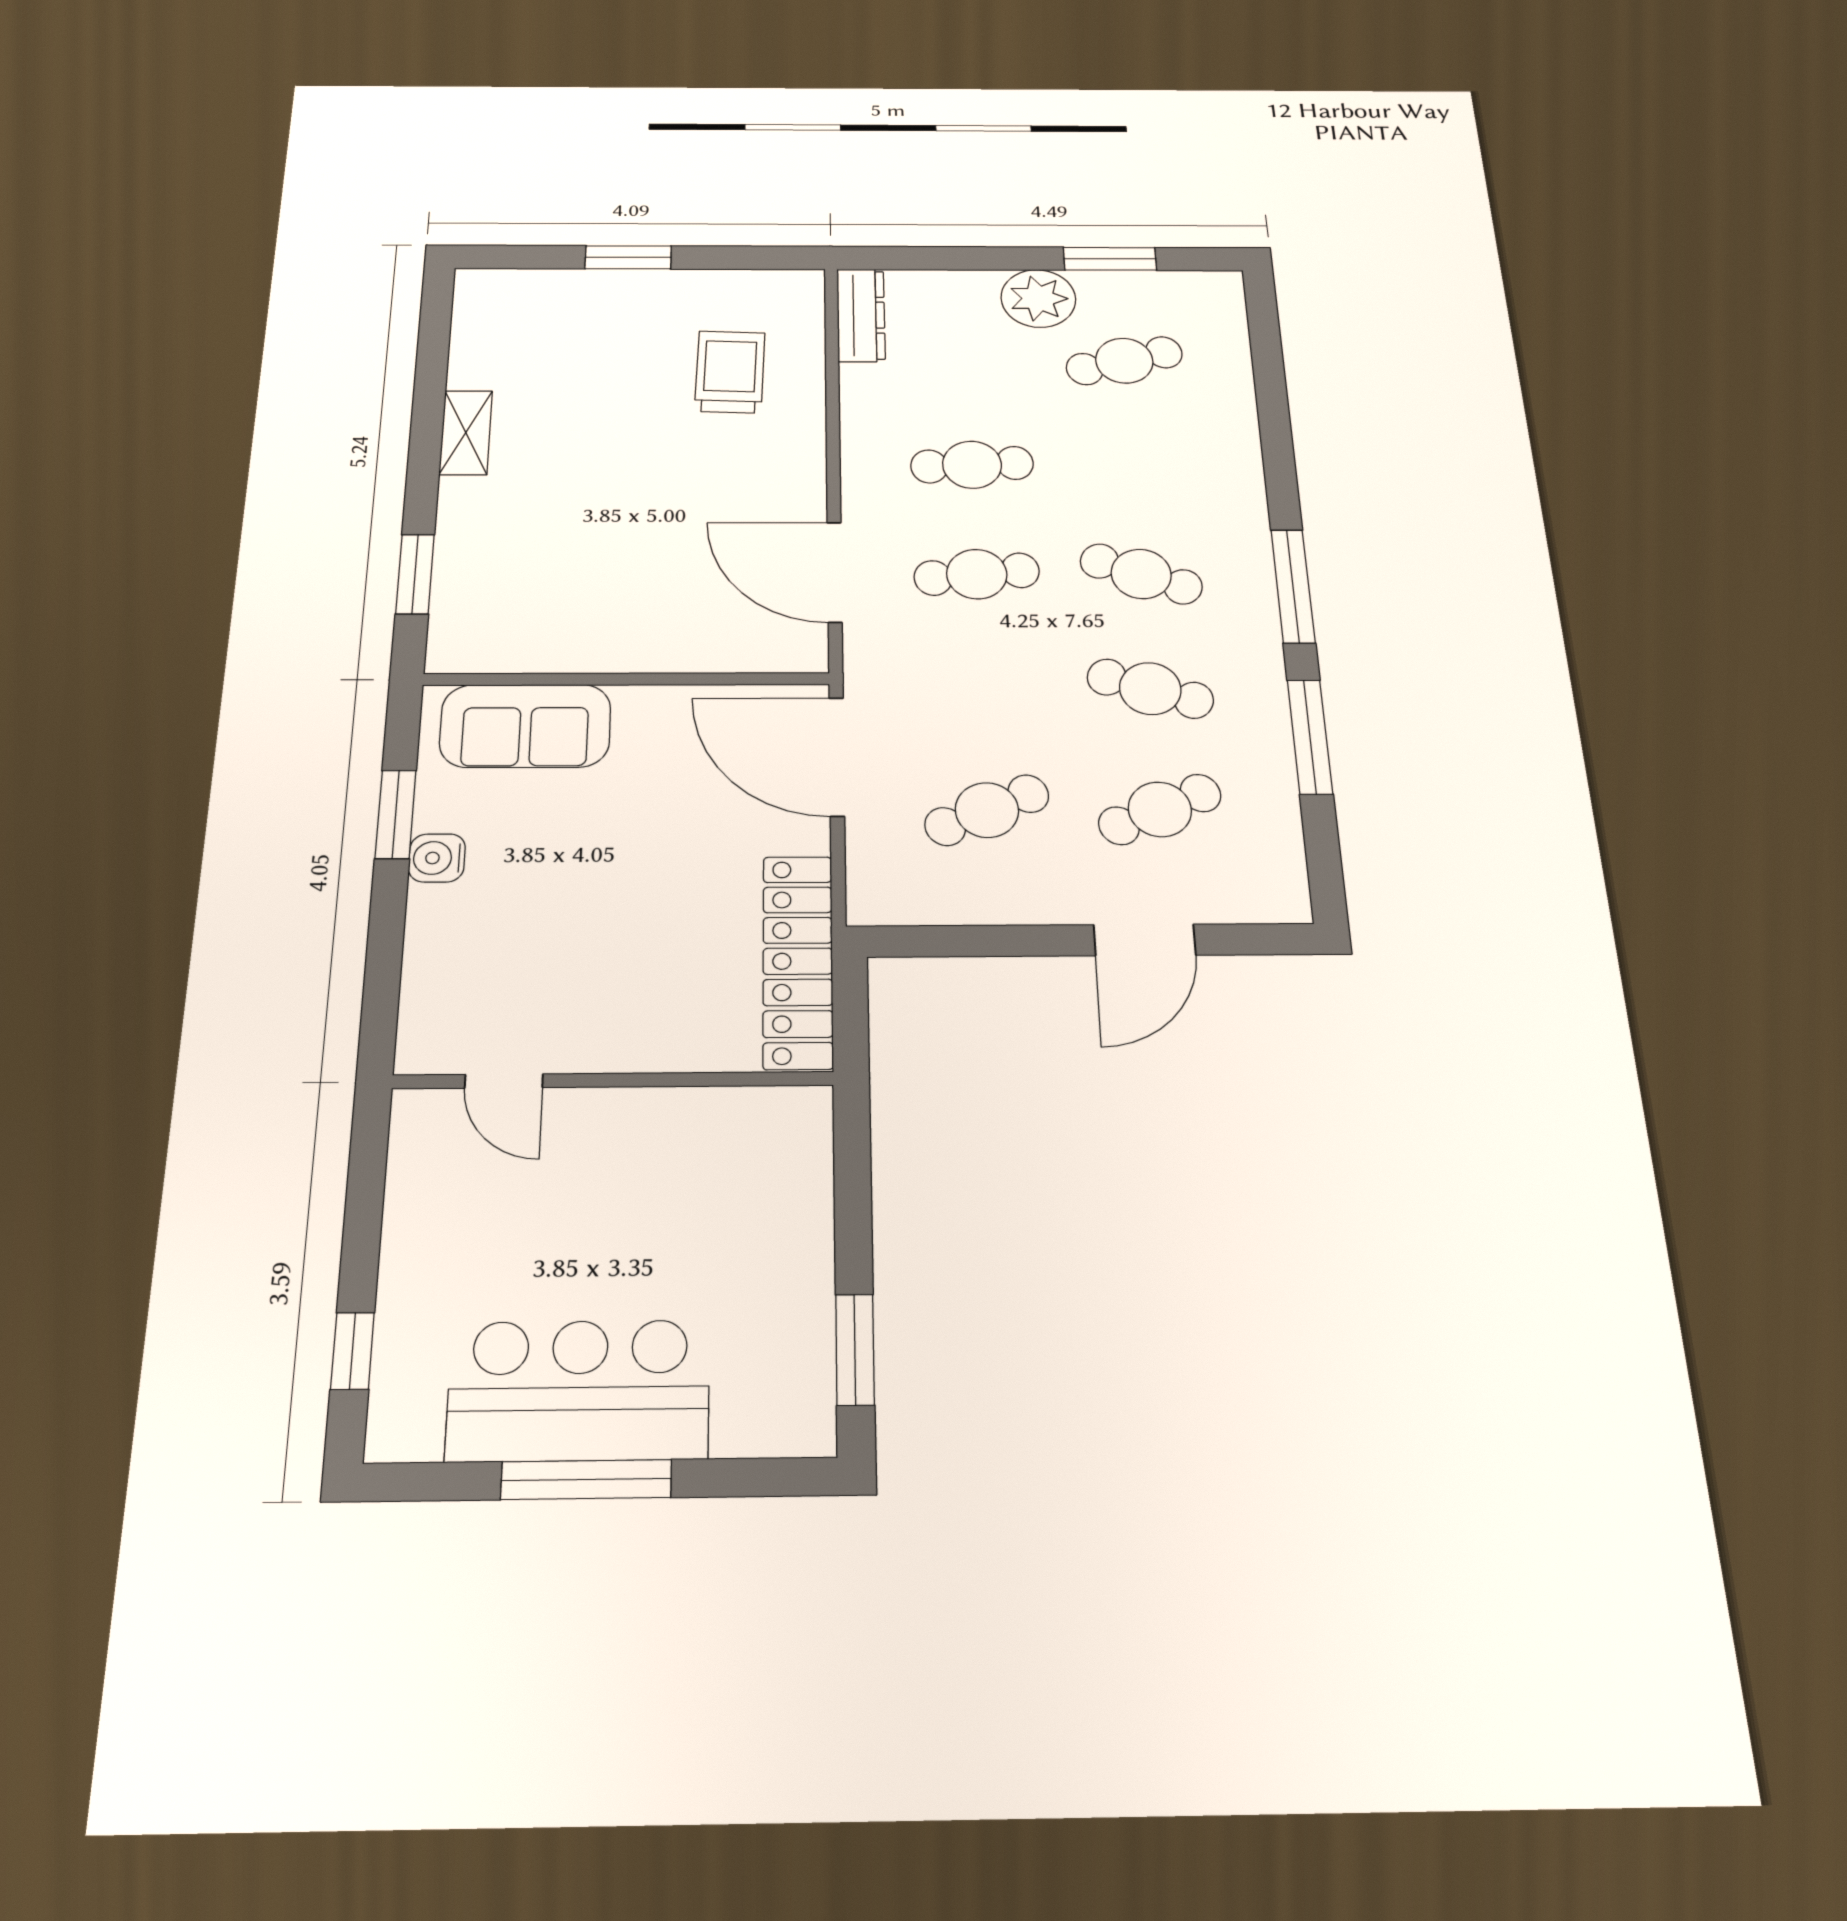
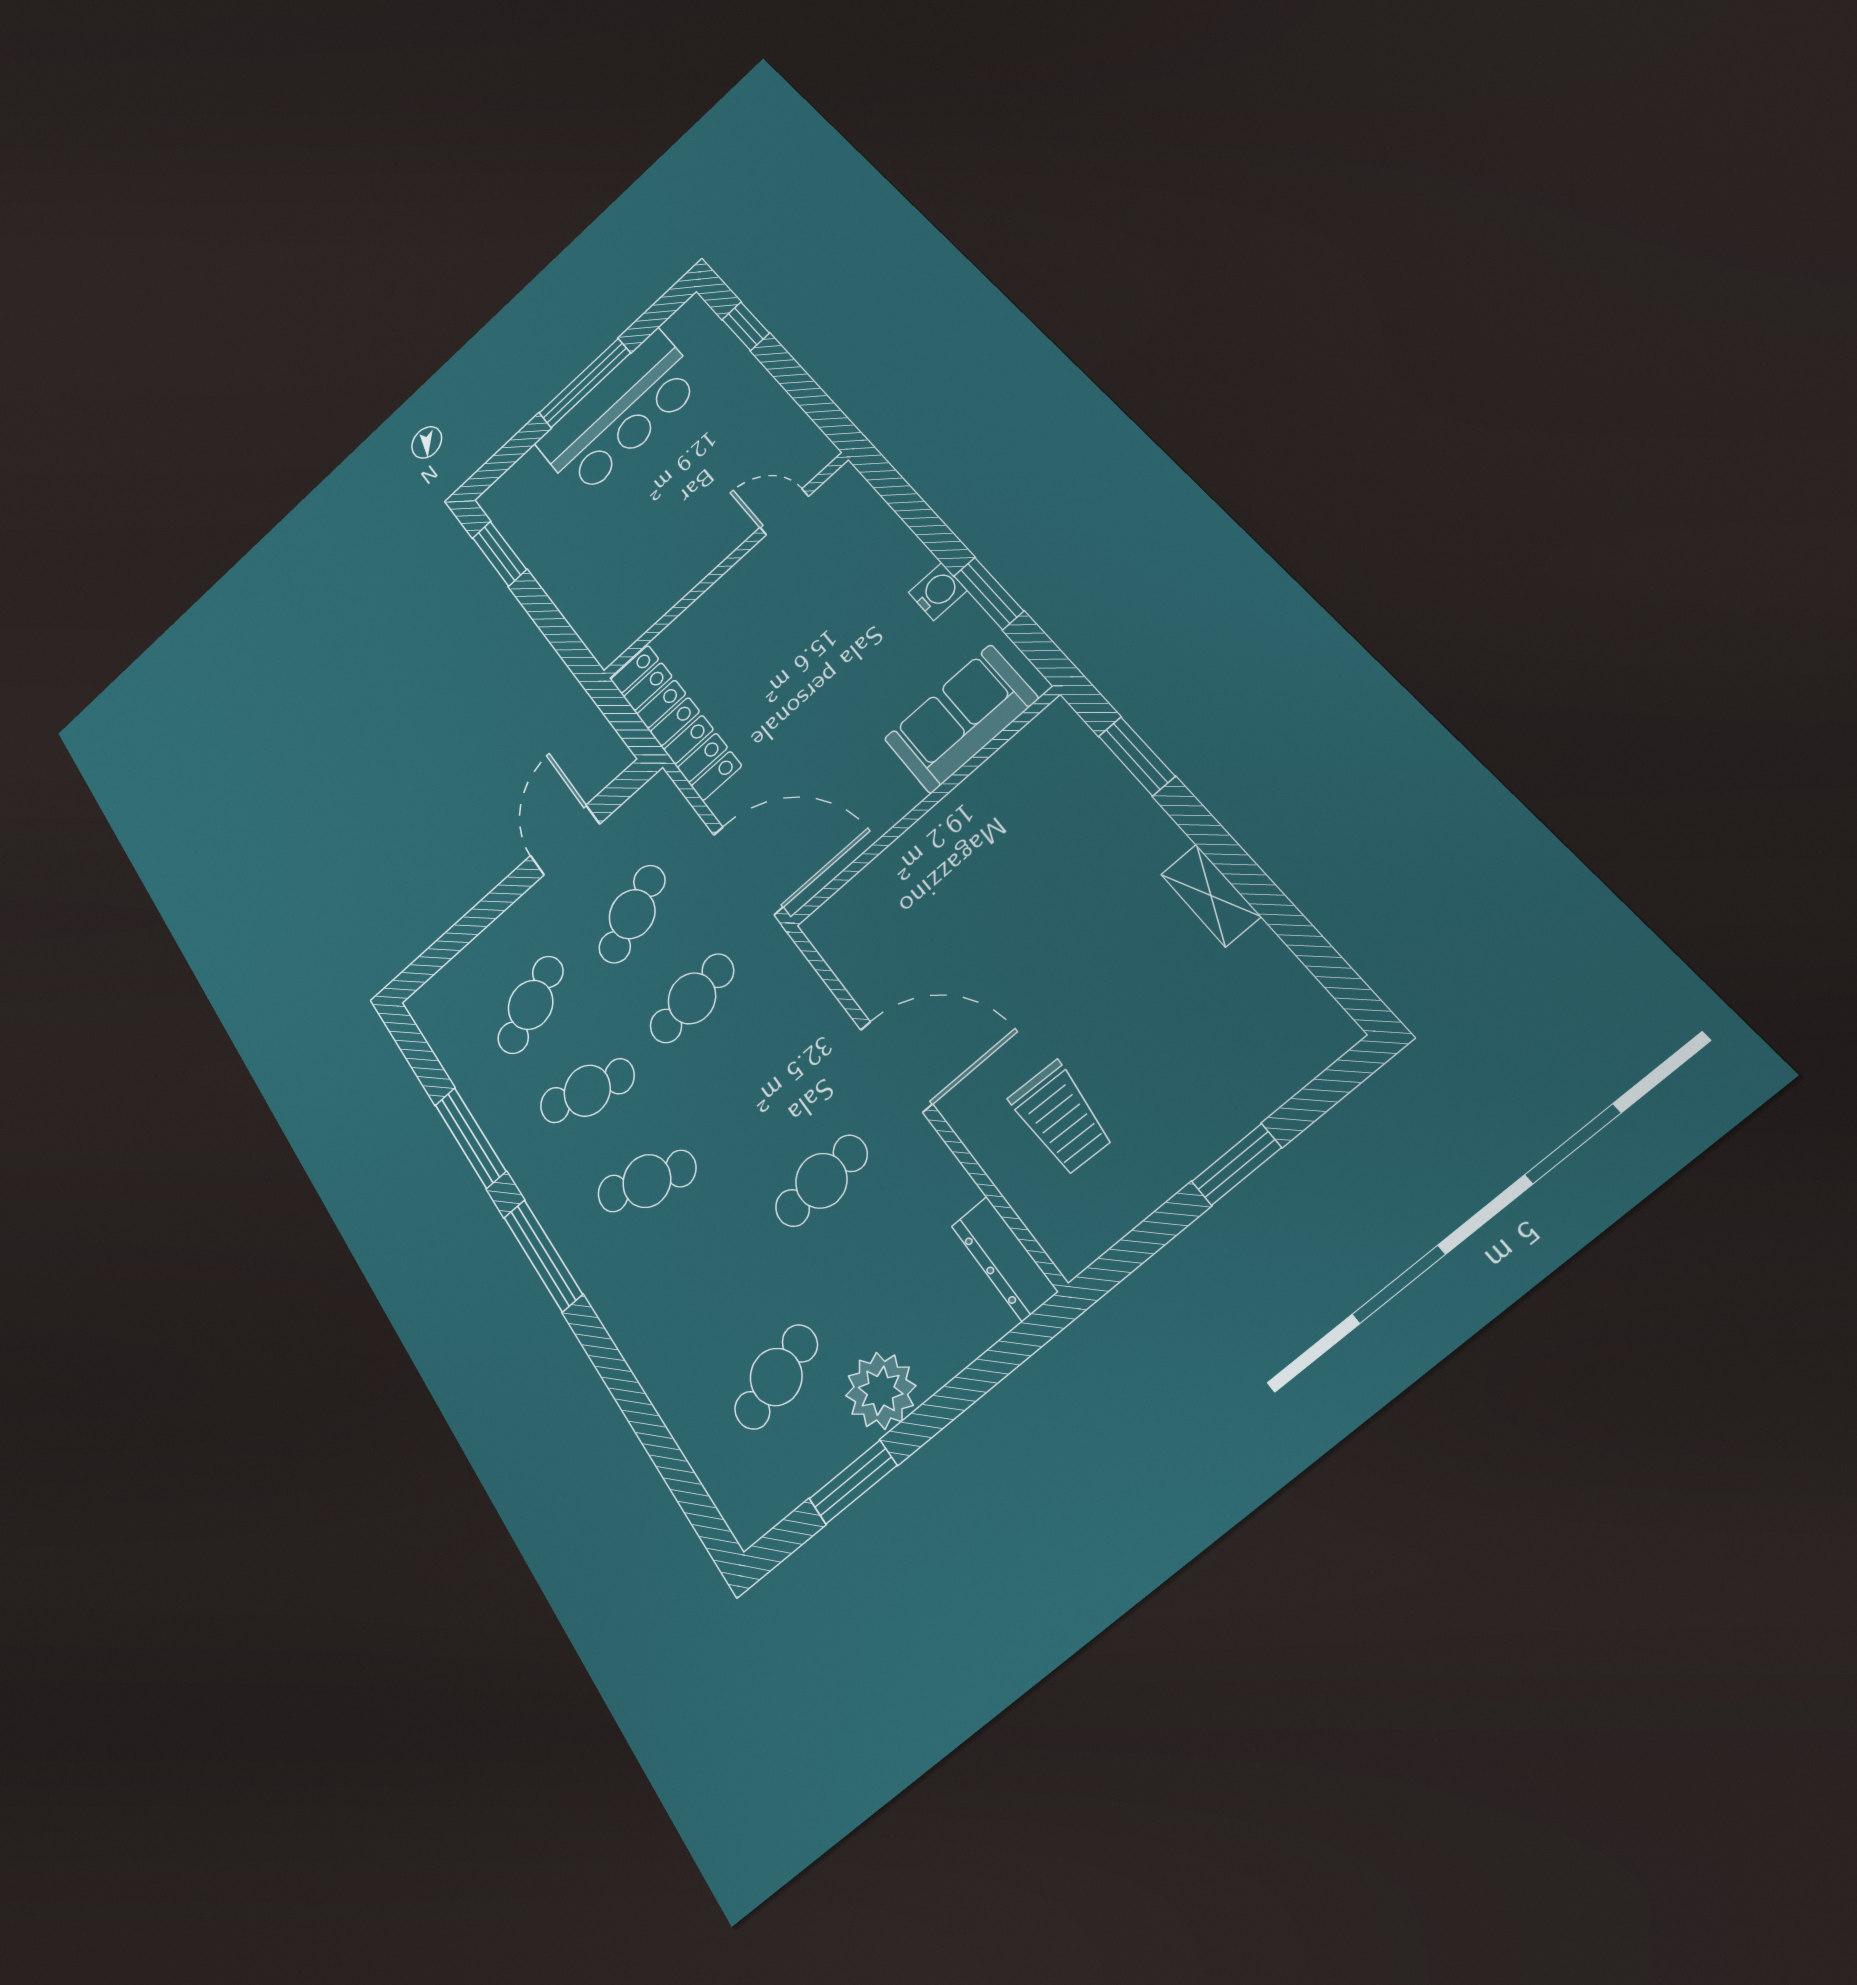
door: (835, 572) -> (896, 1067), moved
cafe table: (977, 574) -> (692, 998), moved
door: (1145, 940) -> (565, 840), moved

